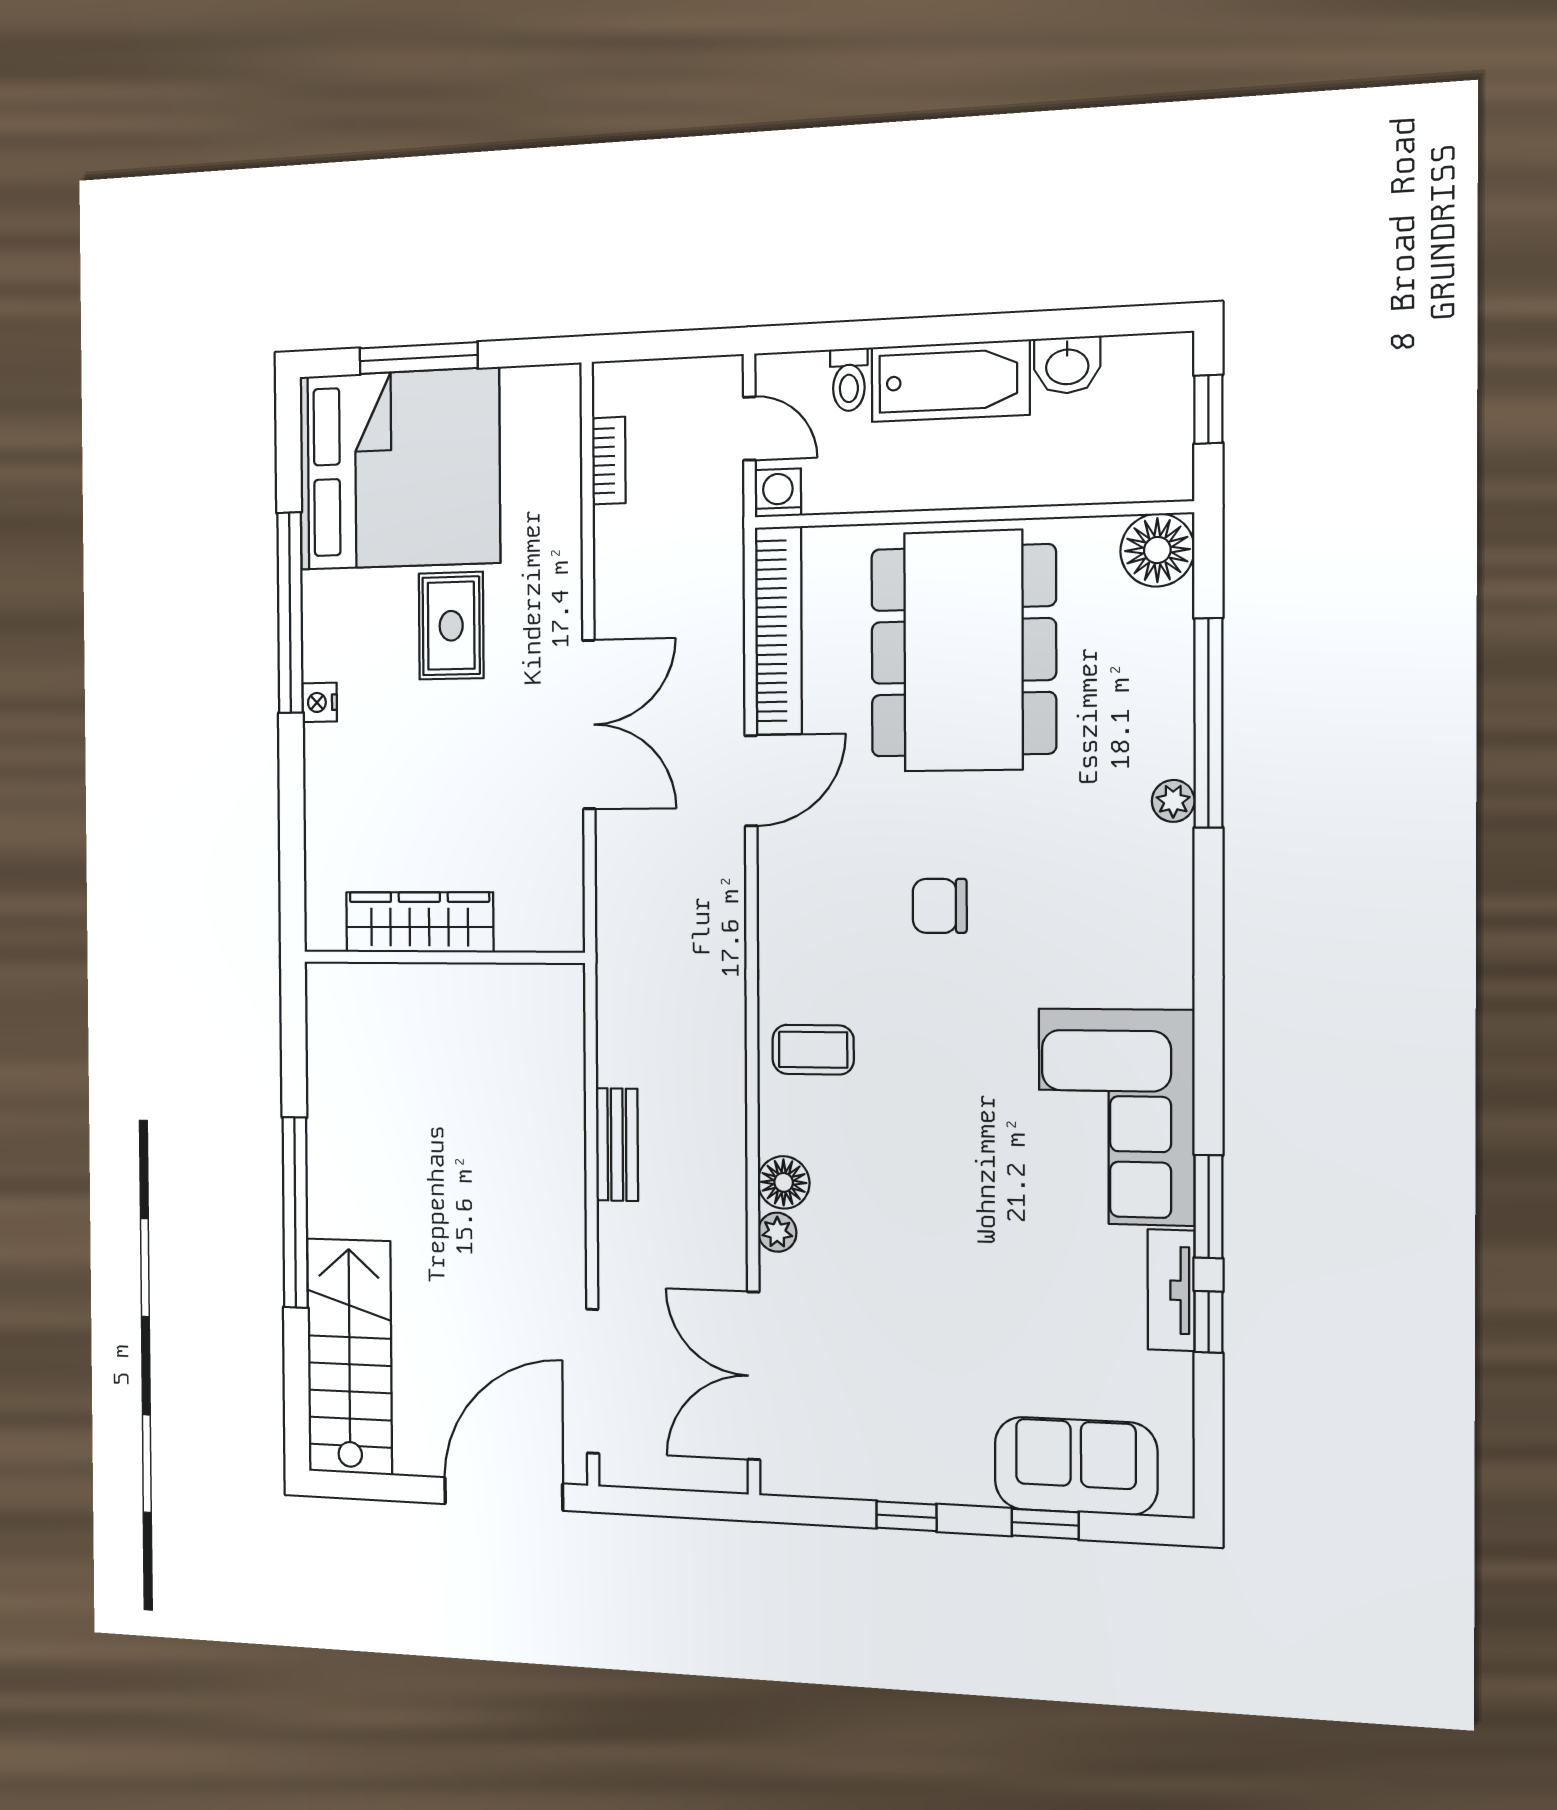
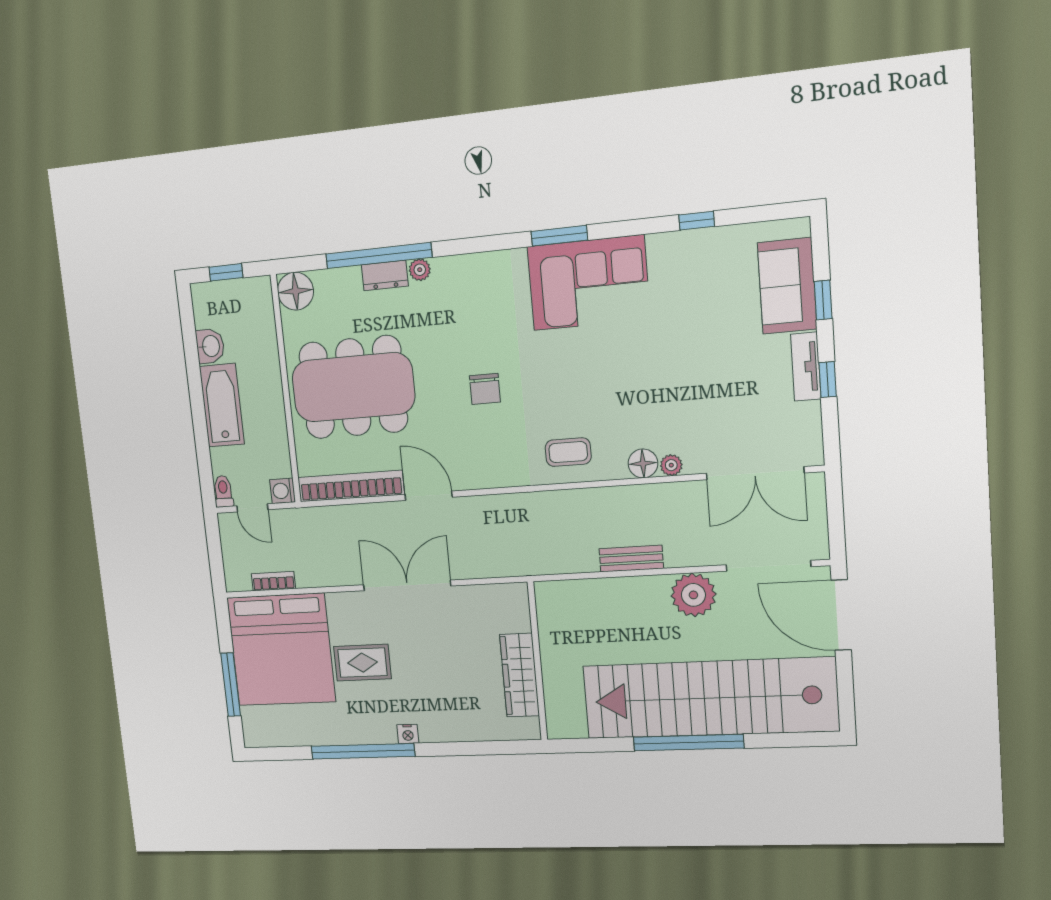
toilet: (849, 380) -> (223, 491), moved, turned -90
door: (749, 429) -> (252, 508), swing flipped
bed: (399, 469) -> (281, 650), moved, turned 180
dresser: (1169, 732) -> (385, 275), added
coffee table: (813, 1050) -> (568, 452), turned 90
window: (1209, 1207) -> (559, 236), moved
plant: (548, 1248) -> (693, 595), added
tv unit: (1171, 1290) -> (806, 367), moved, turned 90
stairs: (349, 1357) -> (710, 698), width x1.86, depth x1.51

